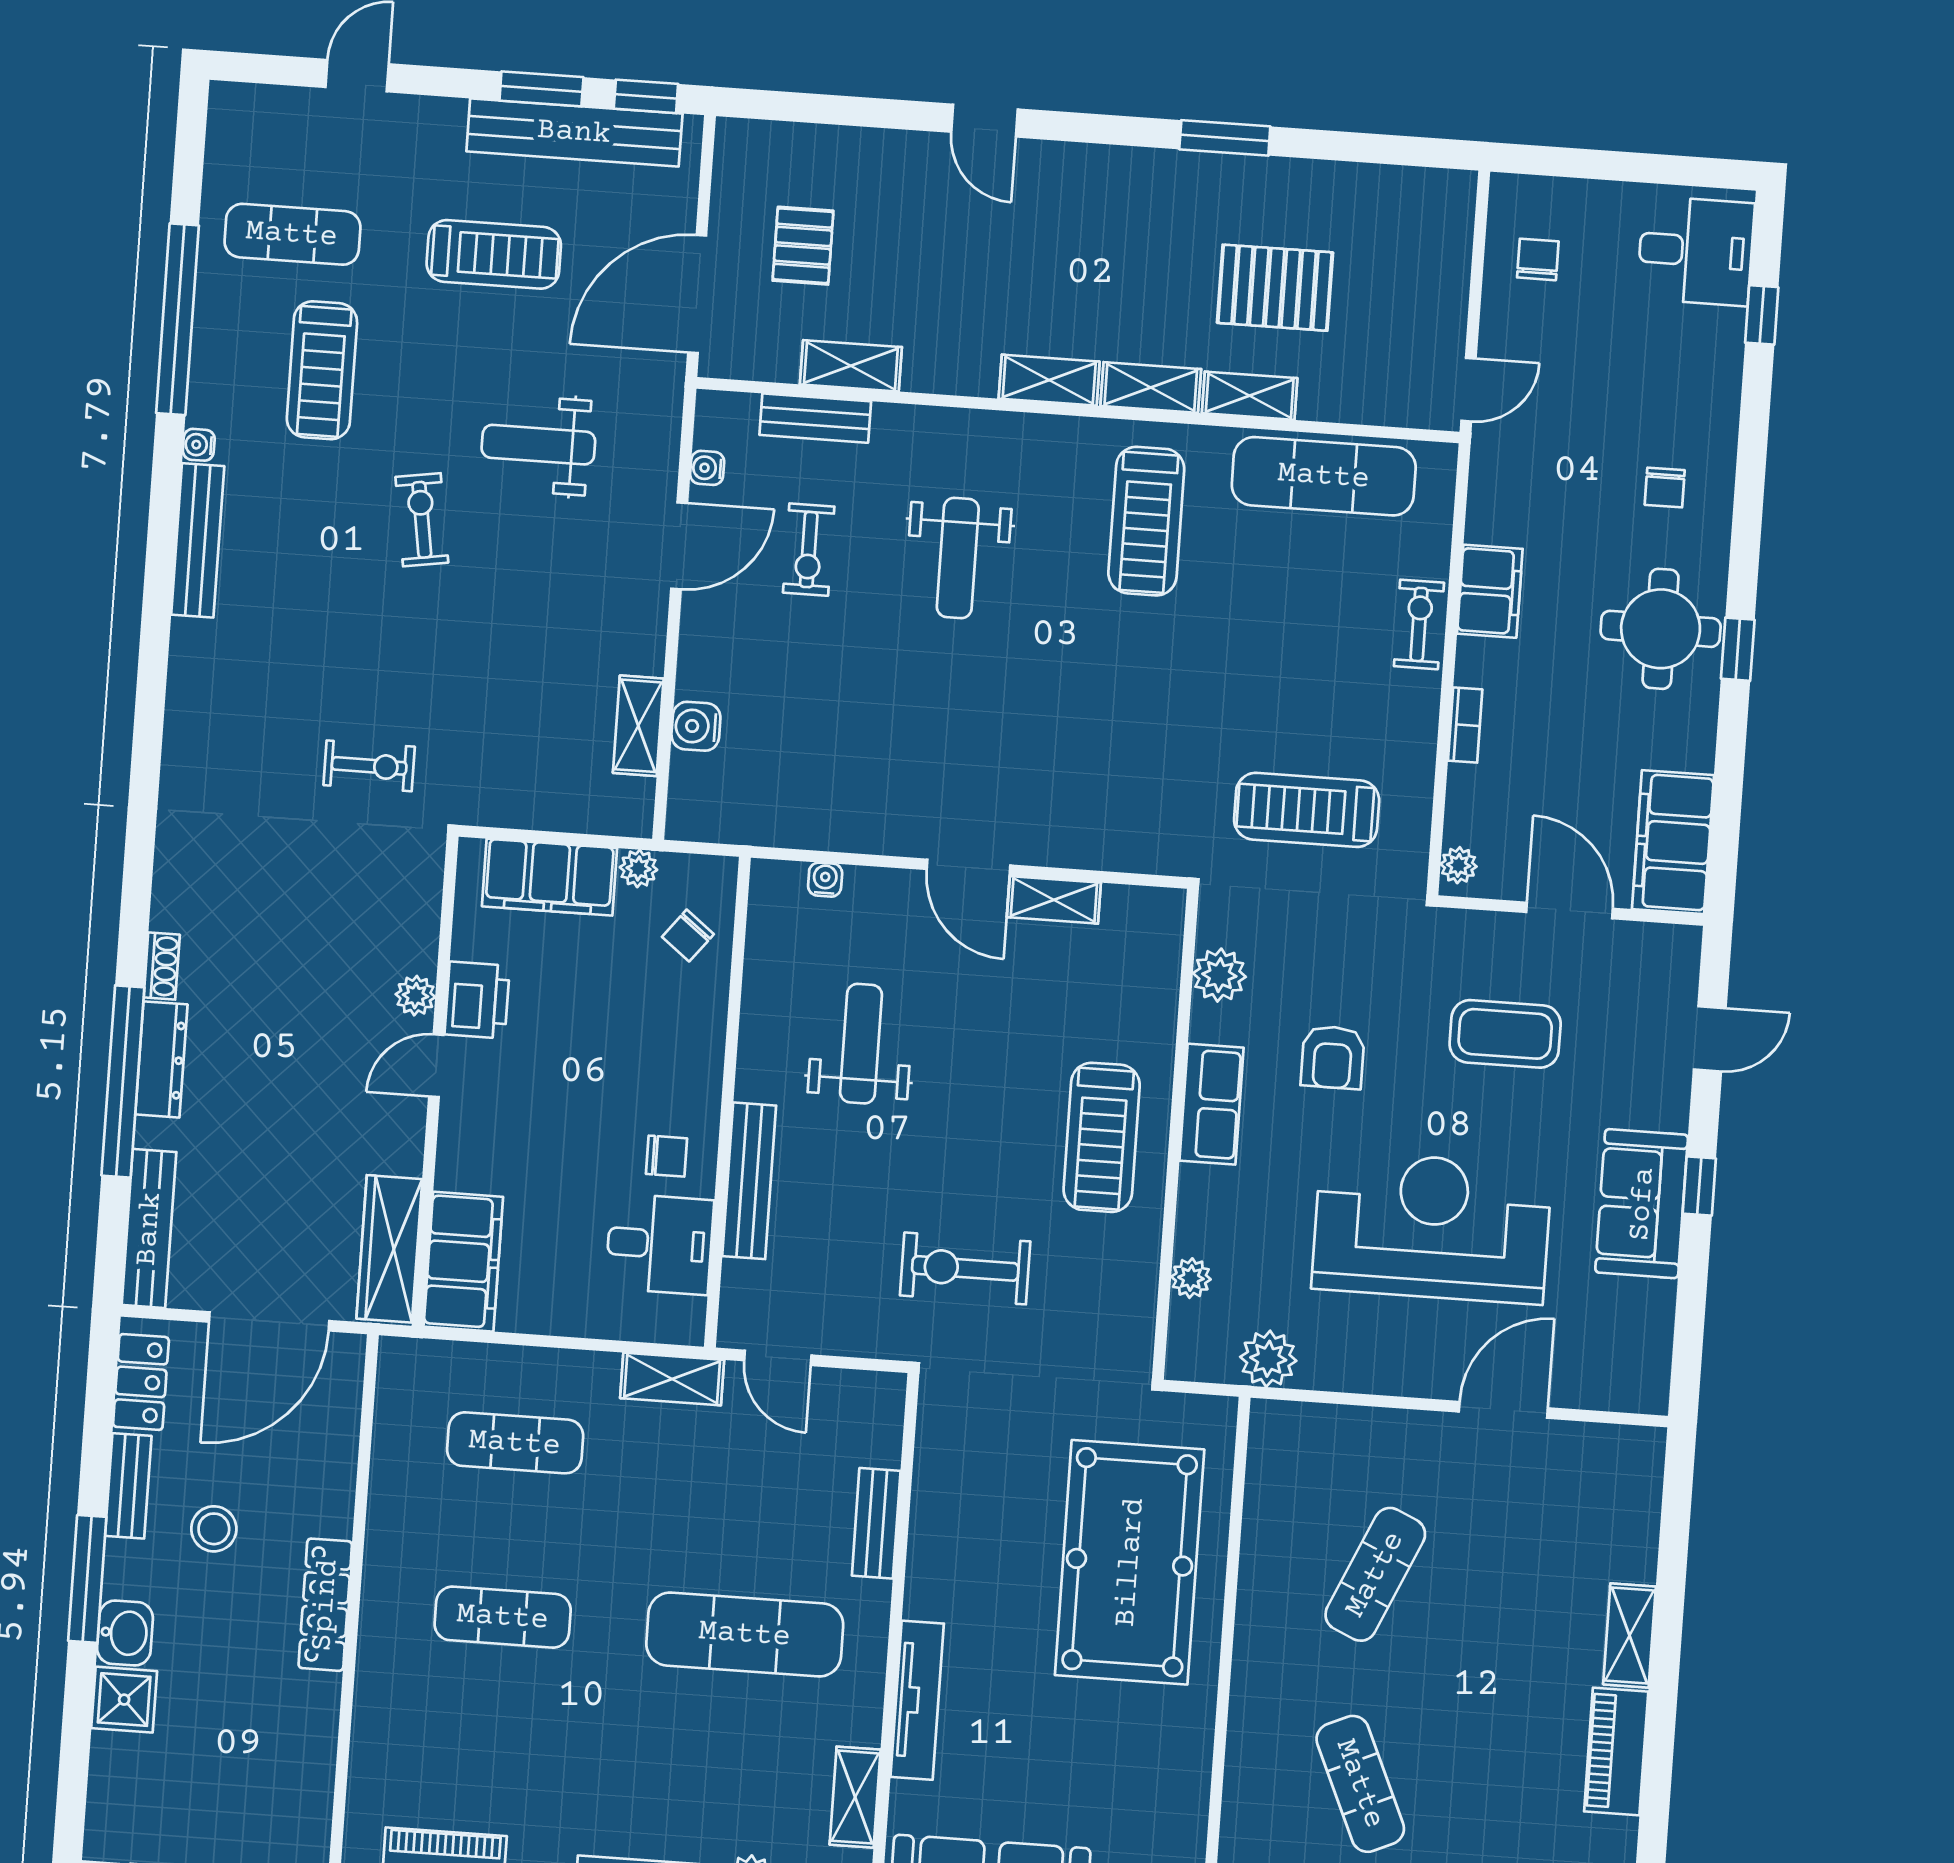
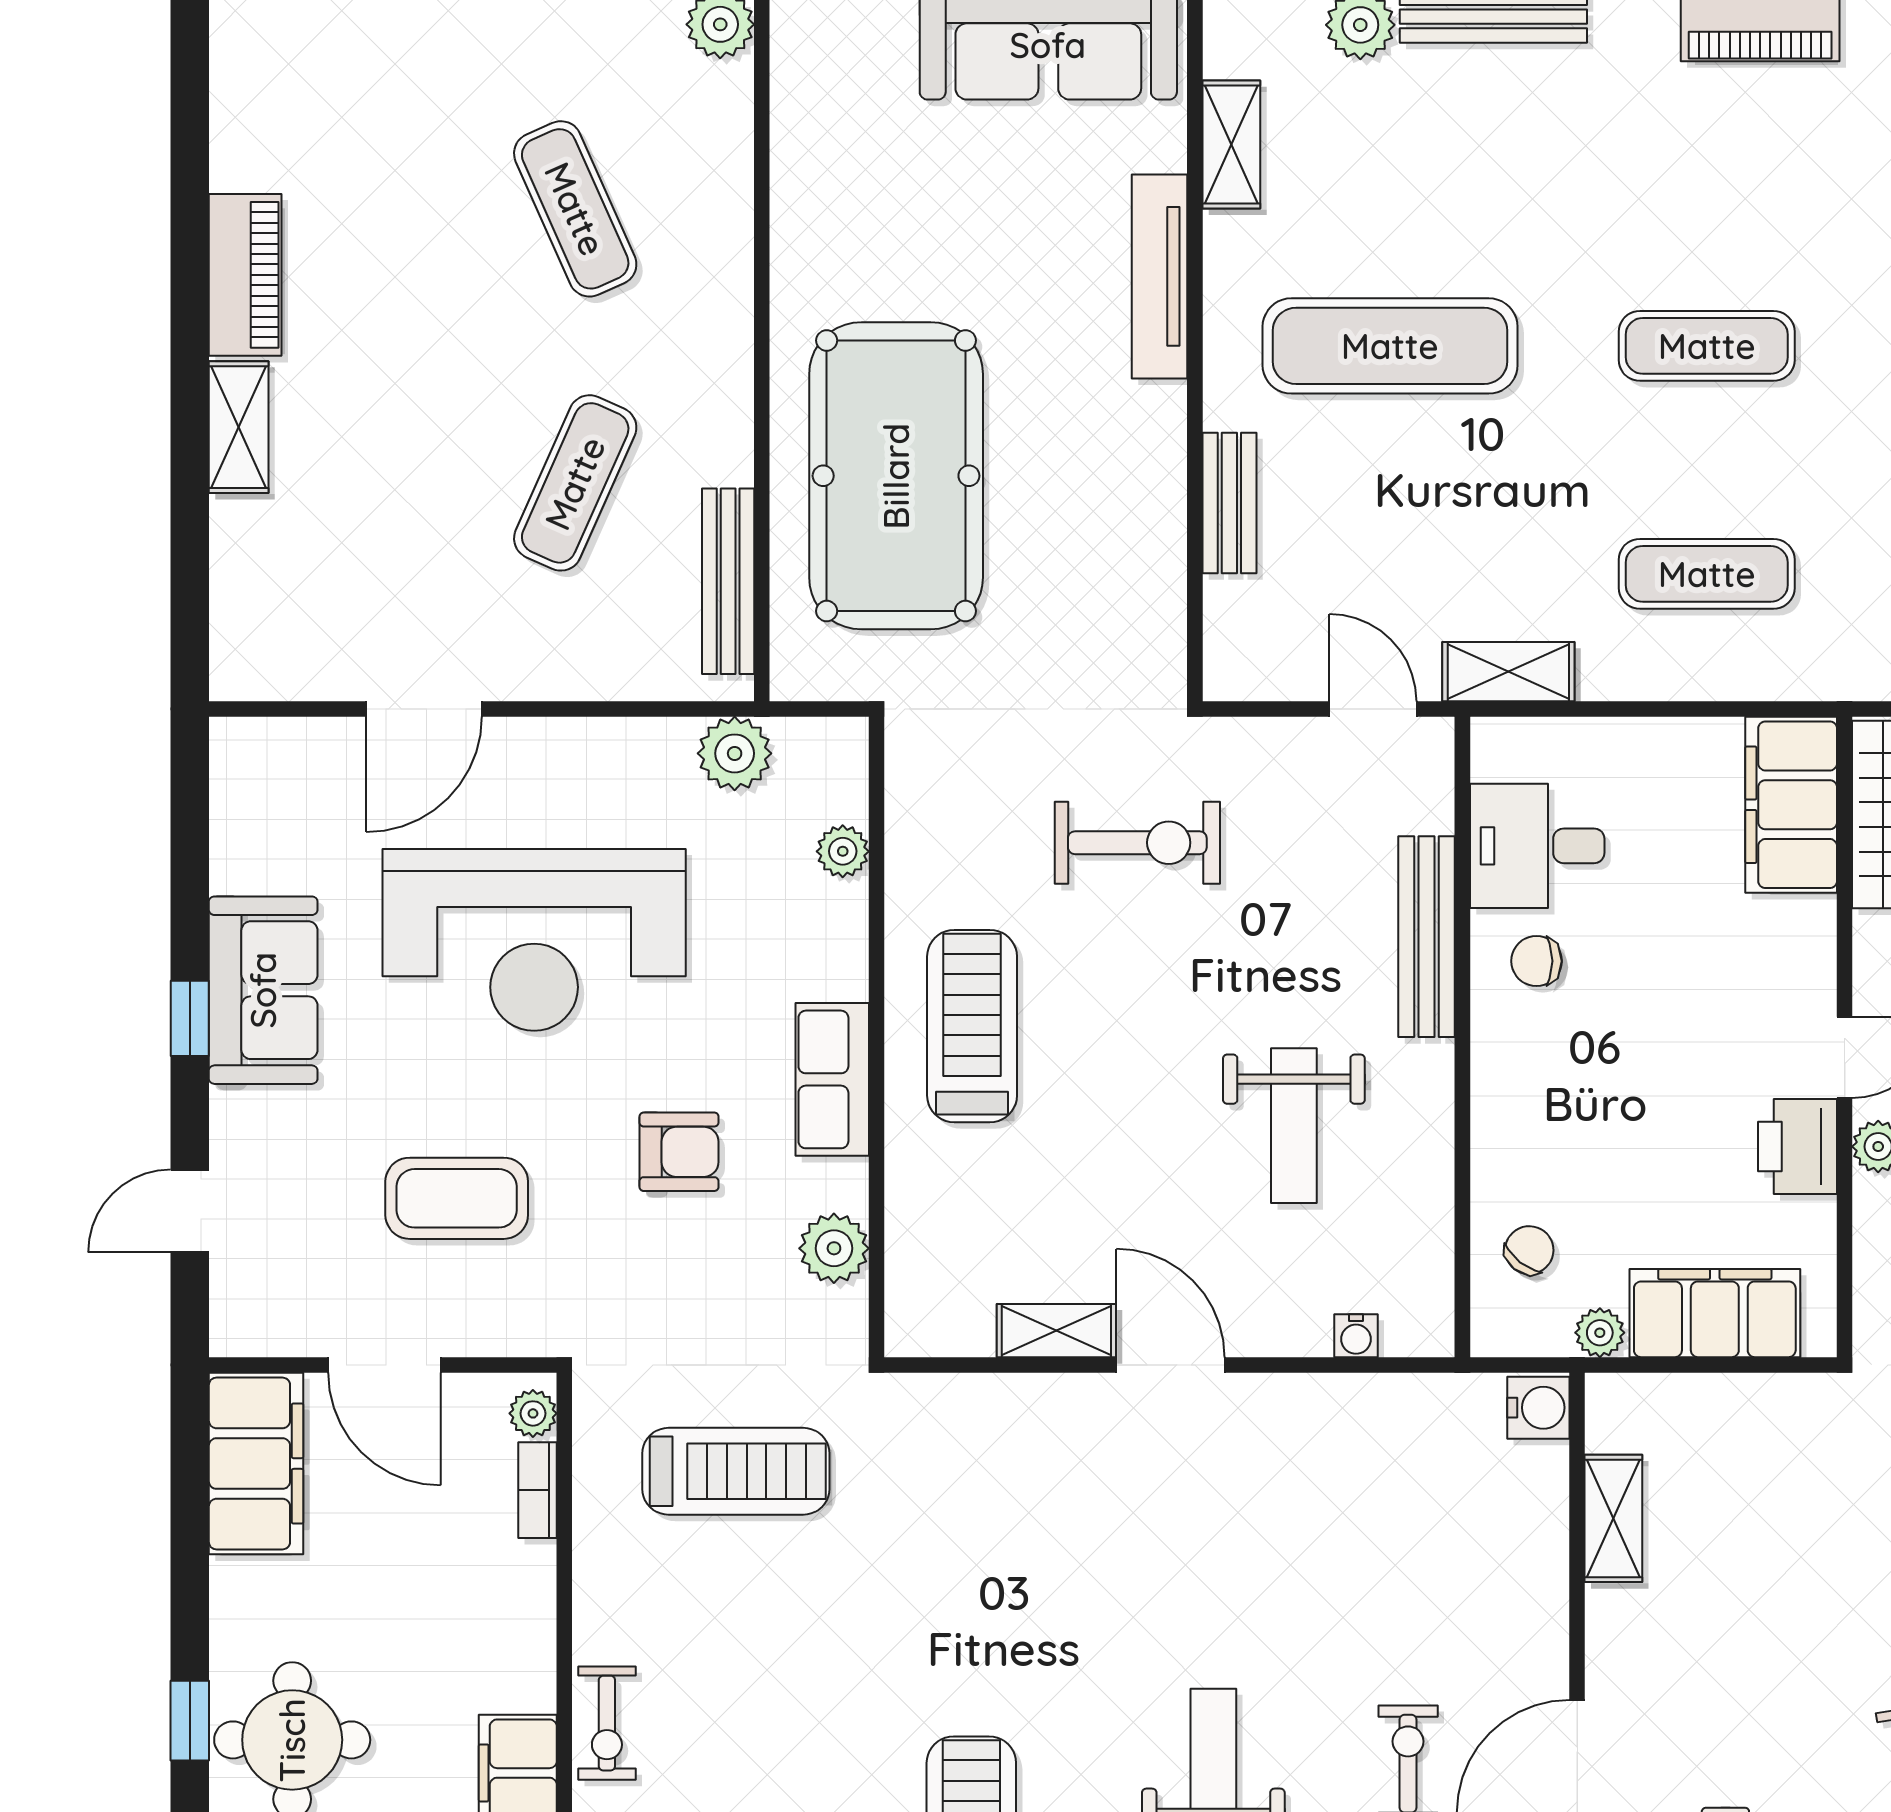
bookcase: (1465, 725) -> (538, 1490), moved
water cooler: (696, 726) -> (1538, 1408), moved
armchair: (1333, 1057) -> (679, 1152), turned 90
bench: (1264, 1491) -> (728, 581), added

